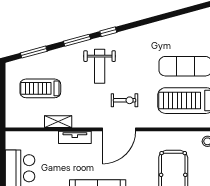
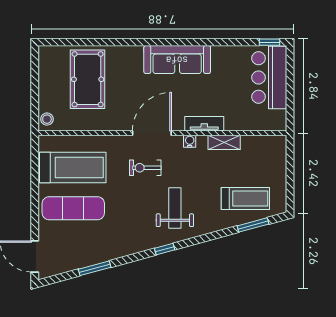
window: (77, 40) -> (95, 268), moved
treadmill: (40, 88) -> (245, 198), moved
water cooler: (87, 123) -> (190, 141), added

